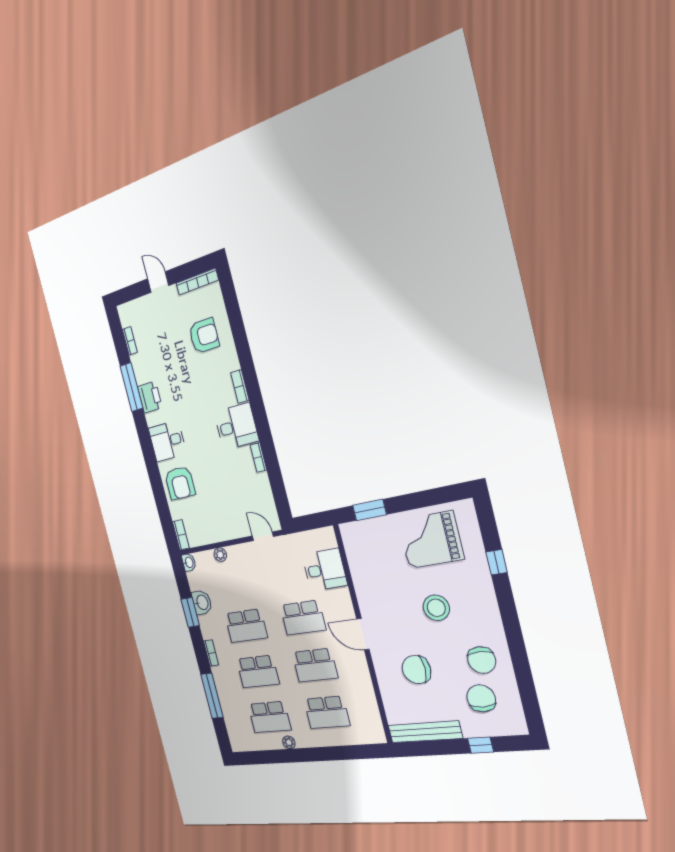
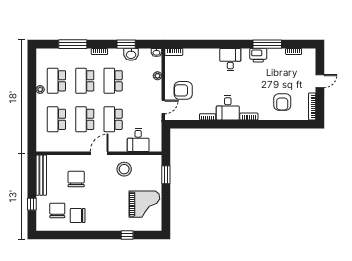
armchair: (180, 483) -> (183, 90), moved
grand piano: (431, 540) -> (144, 204), turned 90
stool: (436, 608) -> (124, 169), moved
chair: (481, 698) -> (57, 210), turned -90

